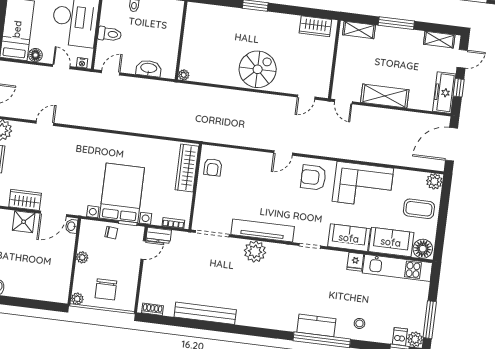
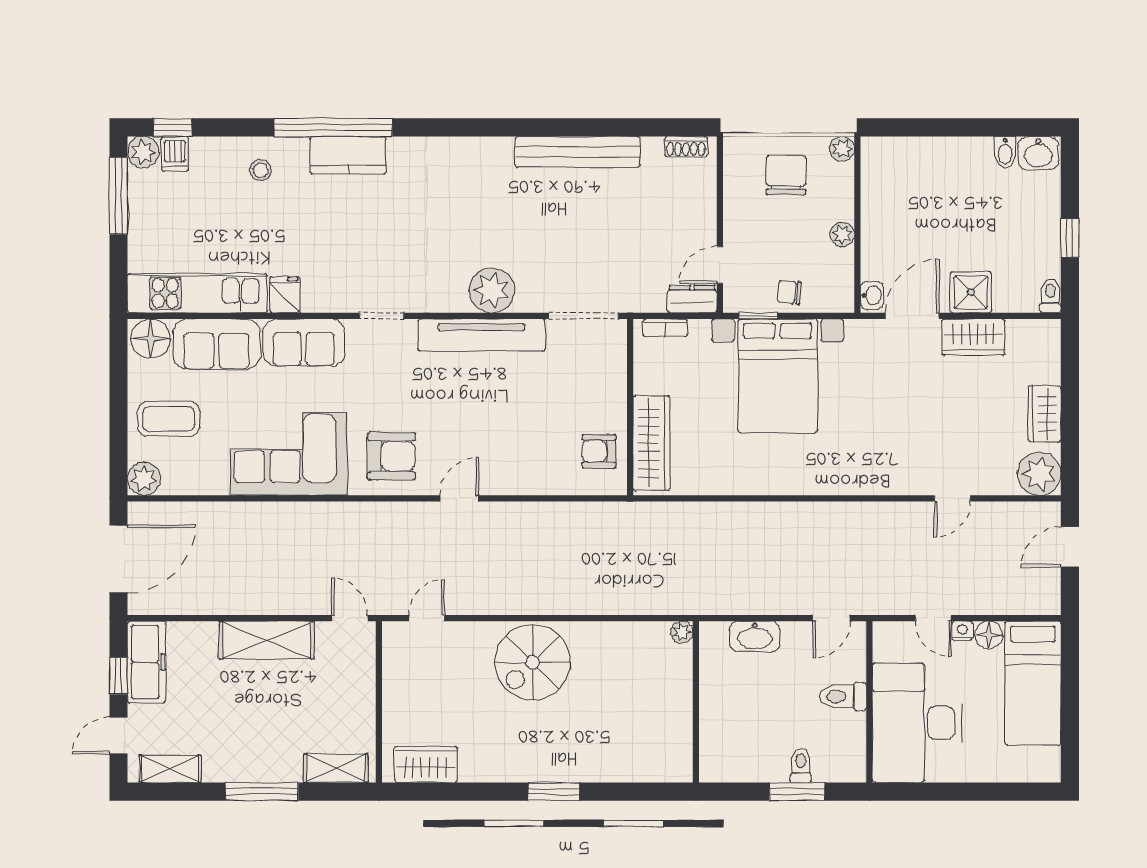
nightstand: (82, 63) -> (962, 631), moved
armchair: (213, 167) -> (599, 451), turned -90

